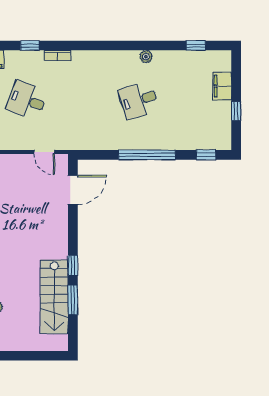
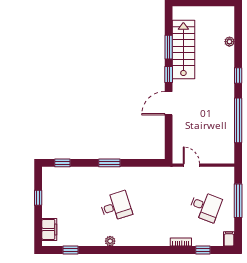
filing cabinet: (222, 86) -> (49, 229), moved
window: (147, 155) -> (109, 163), width x0.47
door: (73, 190) -> (169, 103), moved

